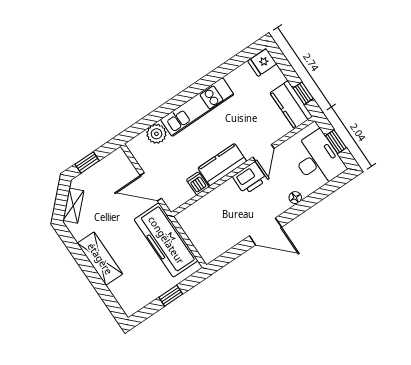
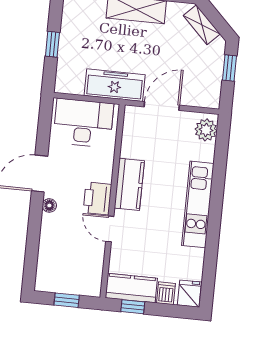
plant: (156, 134) -> (206, 130), moved
desk: (318, 159) -> (83, 123), moved, turned 180
dishwasher: (198, 183) -> (166, 293), moved, turned -90
floor lamp: (295, 198) -> (49, 205), moved
freezer: (166, 240) -> (115, 85), width x0.73, depth x0.79

